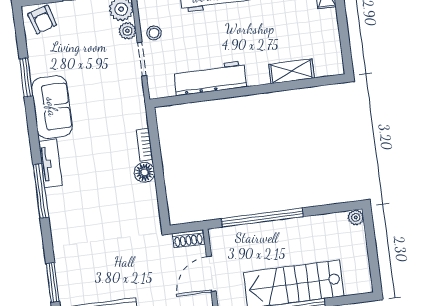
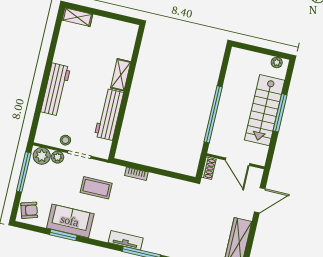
shelving: (291, 71) -> (121, 75), moved
coffee table: (106, 98) -> (96, 188), added
sofa: (52, 107) -> (70, 221), moved
floor lamp: (144, 172) -> (154, 181), removed
plant: (356, 217) -> (277, 62), moved

